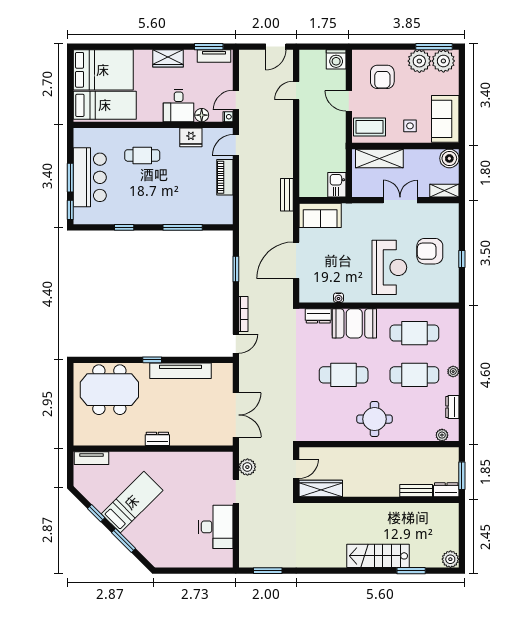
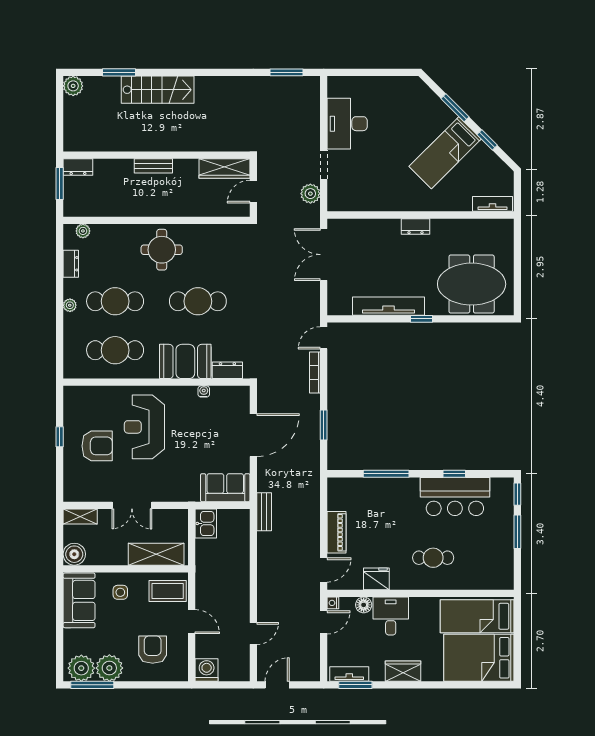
bar counter: (90, 177) -> (455, 496), moved, turned -90
bench: (416, 491) -> (153, 166), moved

